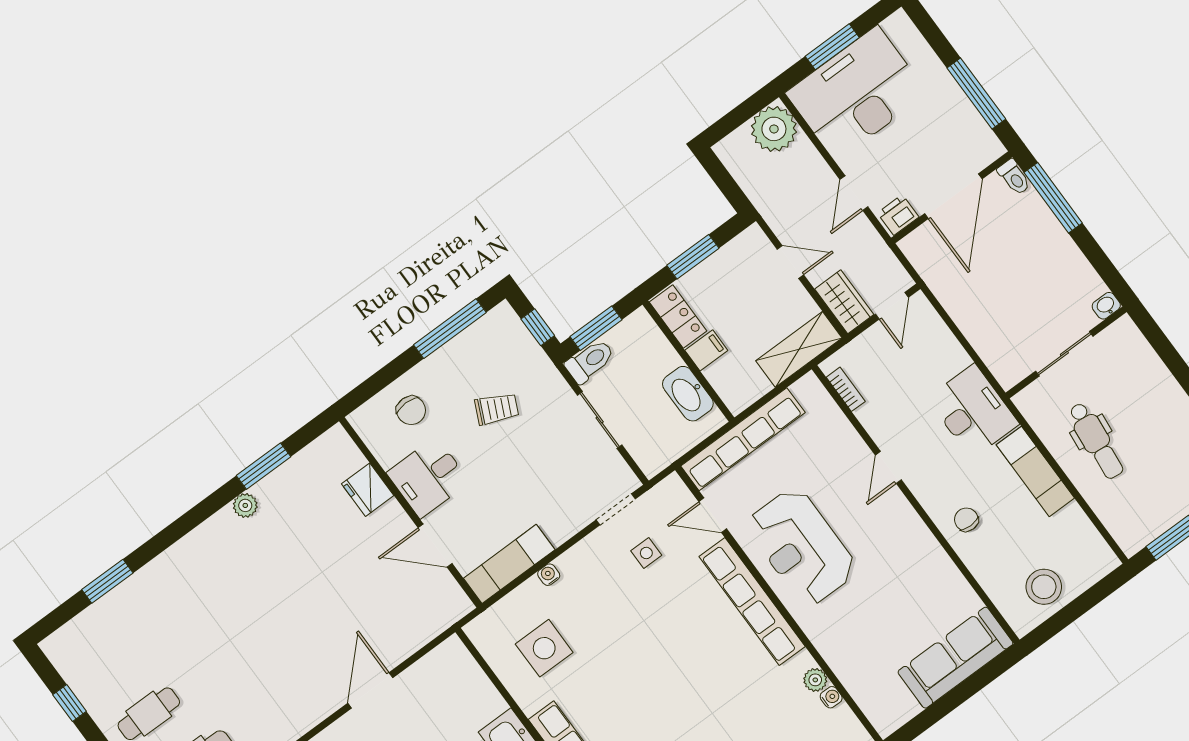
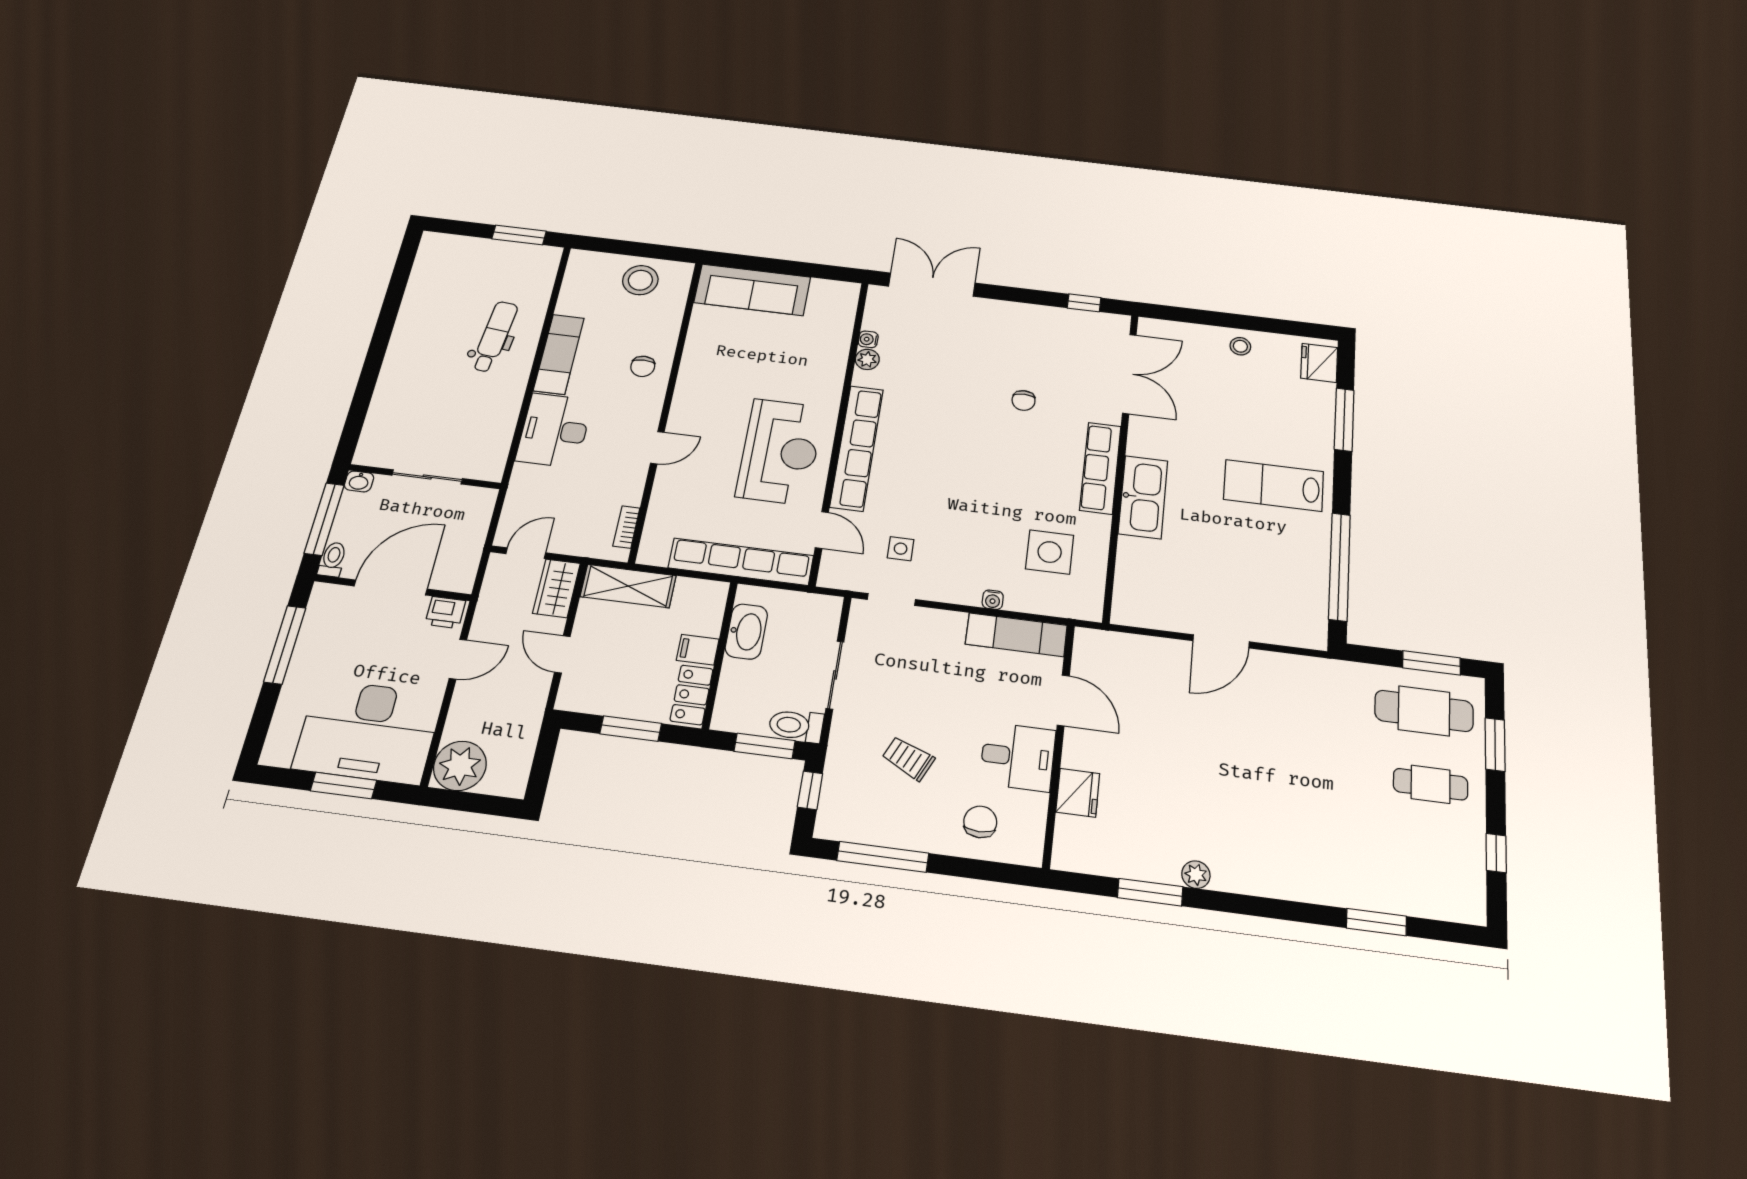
washbasin: (1106, 306) -> (359, 481), moved
wall: (1066, 352) -> (425, 477), moved
sliding door: (1064, 354) -> (427, 477), moved

